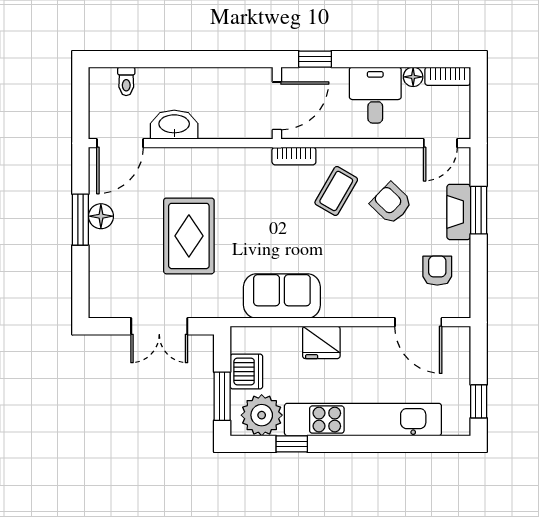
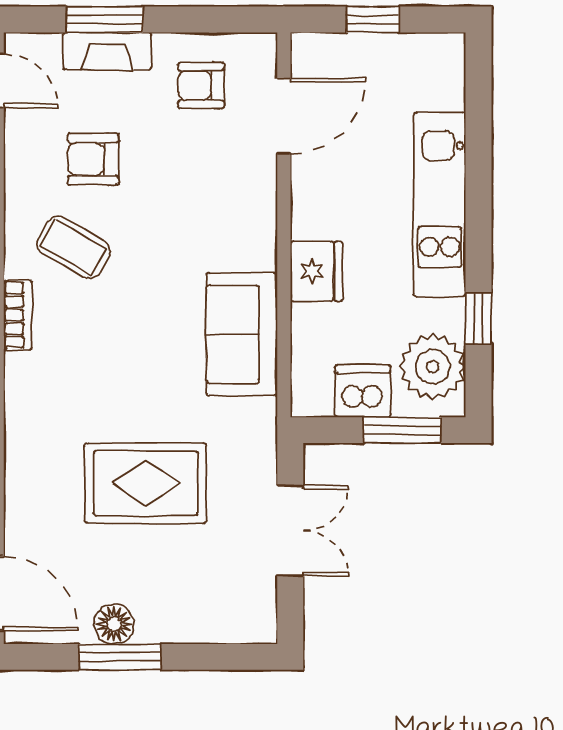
armchair: (391, 203) -> (93, 159), turned 46
window: (479, 401) -> (373, 19), moved
kitchen unit: (363, 420) -> (440, 204), width x0.73

